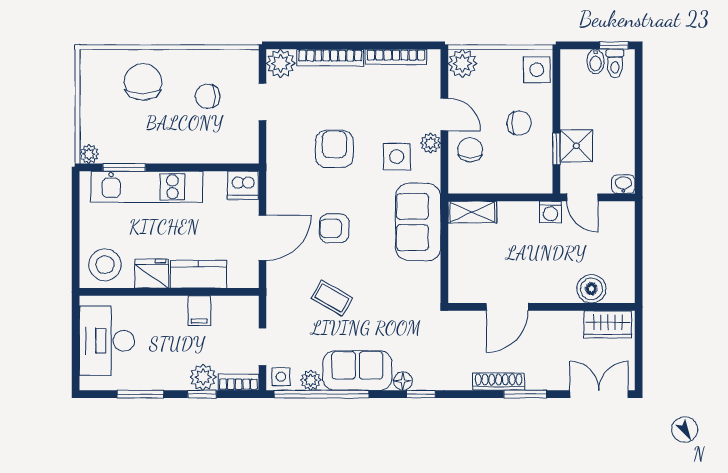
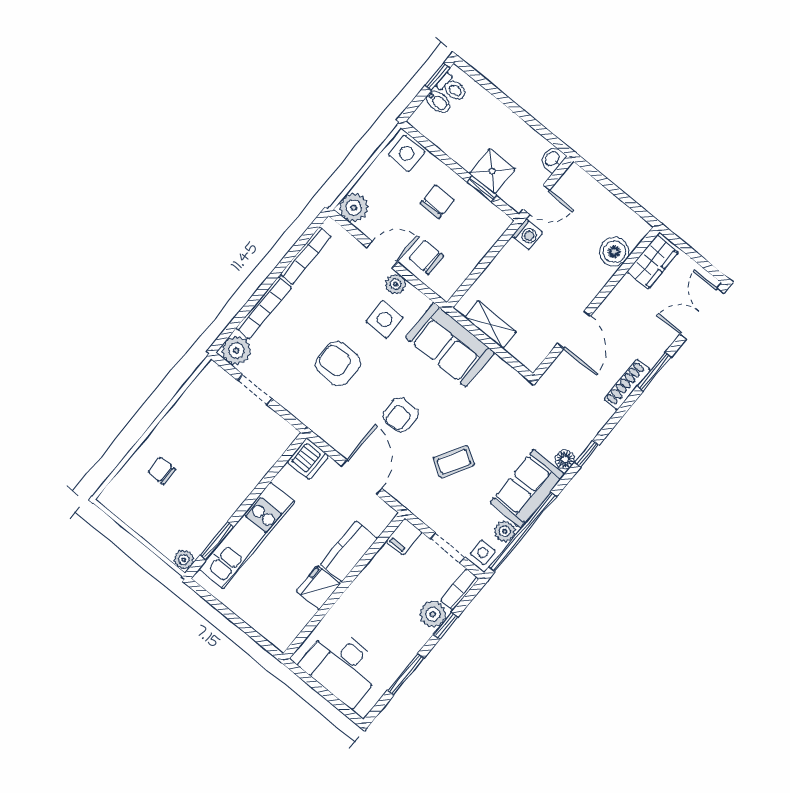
chair: (143, 82) -> (162, 471), width x0.54, depth x0.54
chair: (208, 96) -> (215, 429), removed
shelving: (472, 212) -> (490, 324), moved, turned 90
stool: (105, 265) -> (281, 619), removed
filing cabinet: (199, 311) -> (404, 537), moved, turned 90

